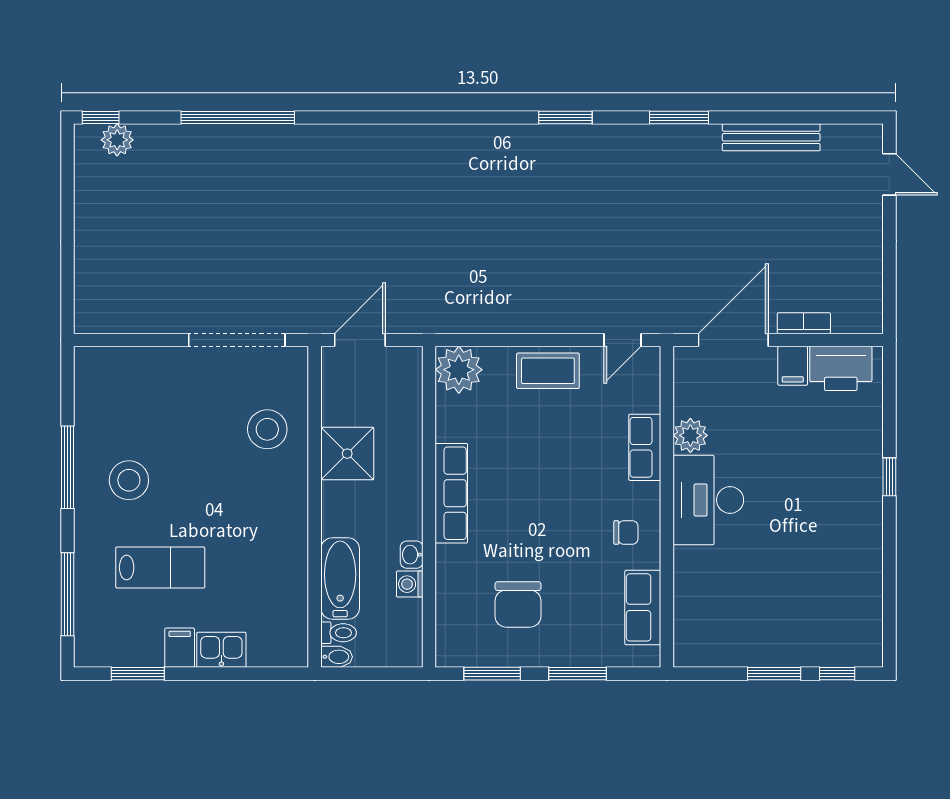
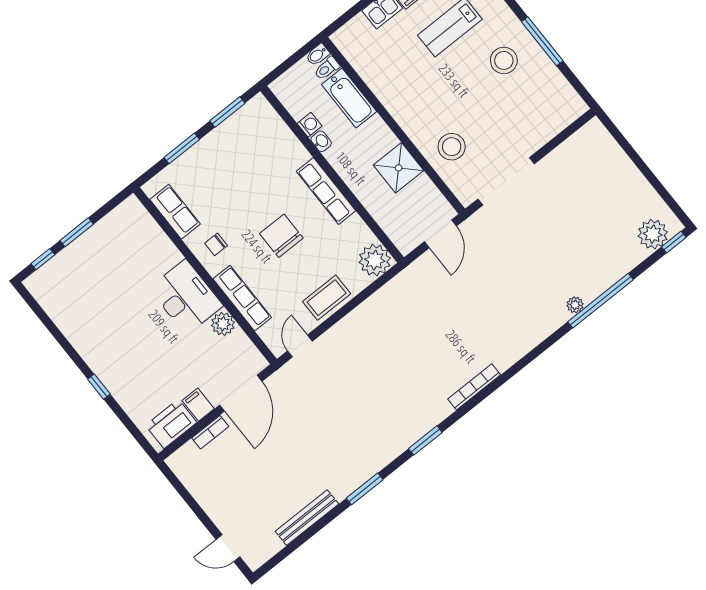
bookcase: (461, 134) -> (474, 387), added
plant: (271, 136) -> (575, 305), added
plant: (117, 140) -> (653, 234), width x1.36, depth x1.36
row of seats: (645, 447) -> (242, 298), width x1.48
chair: (518, 604) -> (281, 236), moved

